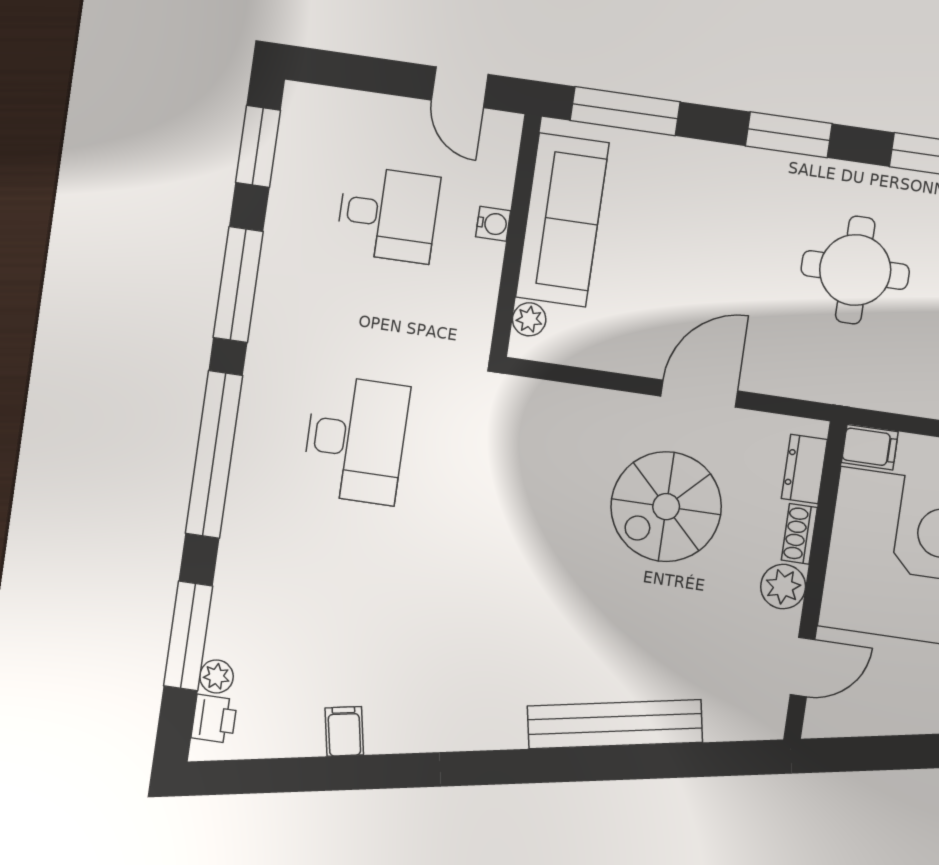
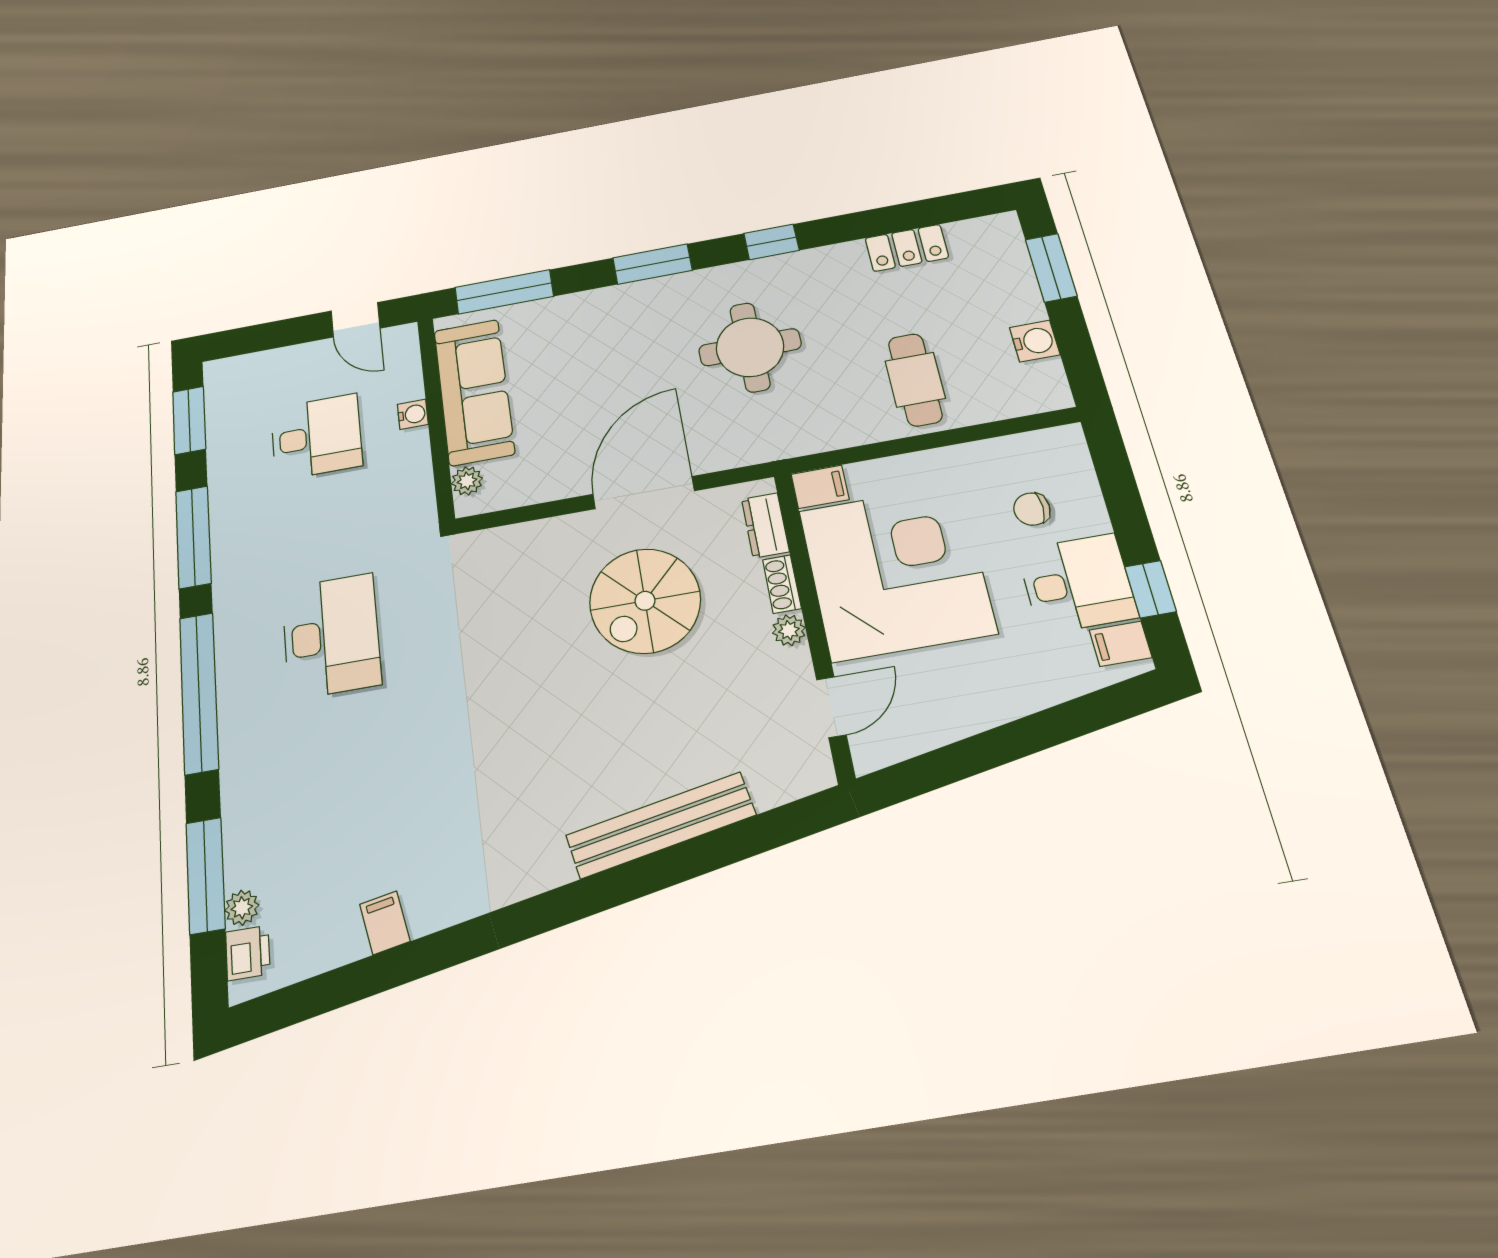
door: (699, 394) -> (643, 493), width x1.36
plant: (783, 587) -> (789, 630), width x0.73, depth x0.73

